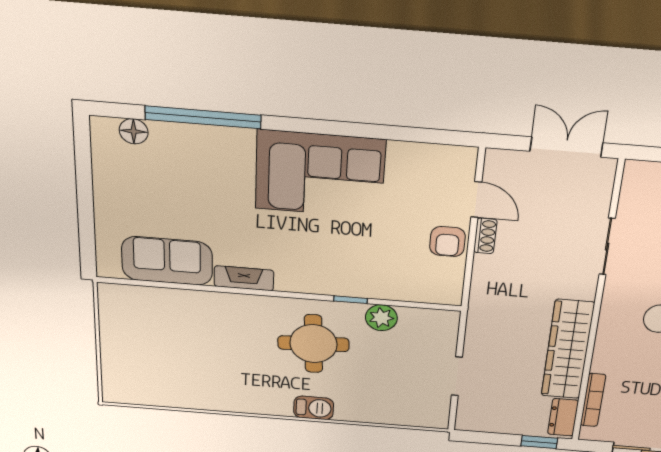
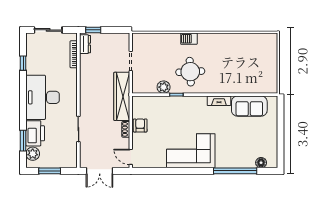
door: (476, 200) -> (131, 157), moved
wardrobe: (568, 350) -> (122, 96), moved, turned 180

